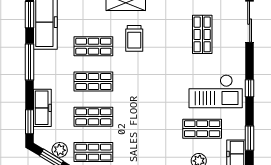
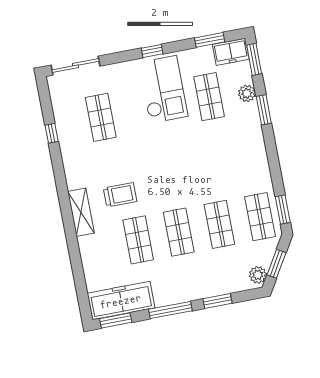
shop shelf: (202, 34) -> (101, 117), turned 90
freezer: (42, 108) -> (220, 285), removed
window: (30, 122) -> (218, 301), moved
plant: (60, 150) -> (258, 275), moved

